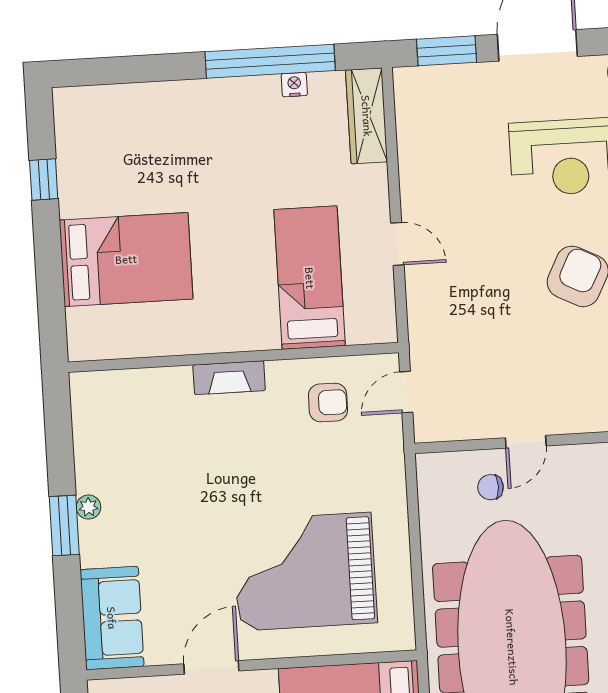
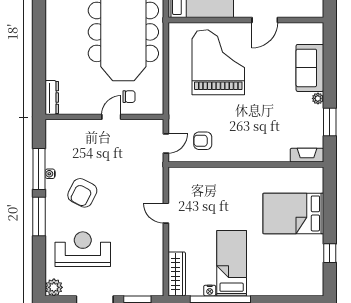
bed: (310, 278) -> (232, 263), moved, turned 180
fireplace: (229, 378) -> (307, 155), moved
window: (64, 525) -> (330, 122), moved
grand piano: (305, 572) -> (218, 62), turned -90
sofa: (112, 618) -> (310, 68), moved

